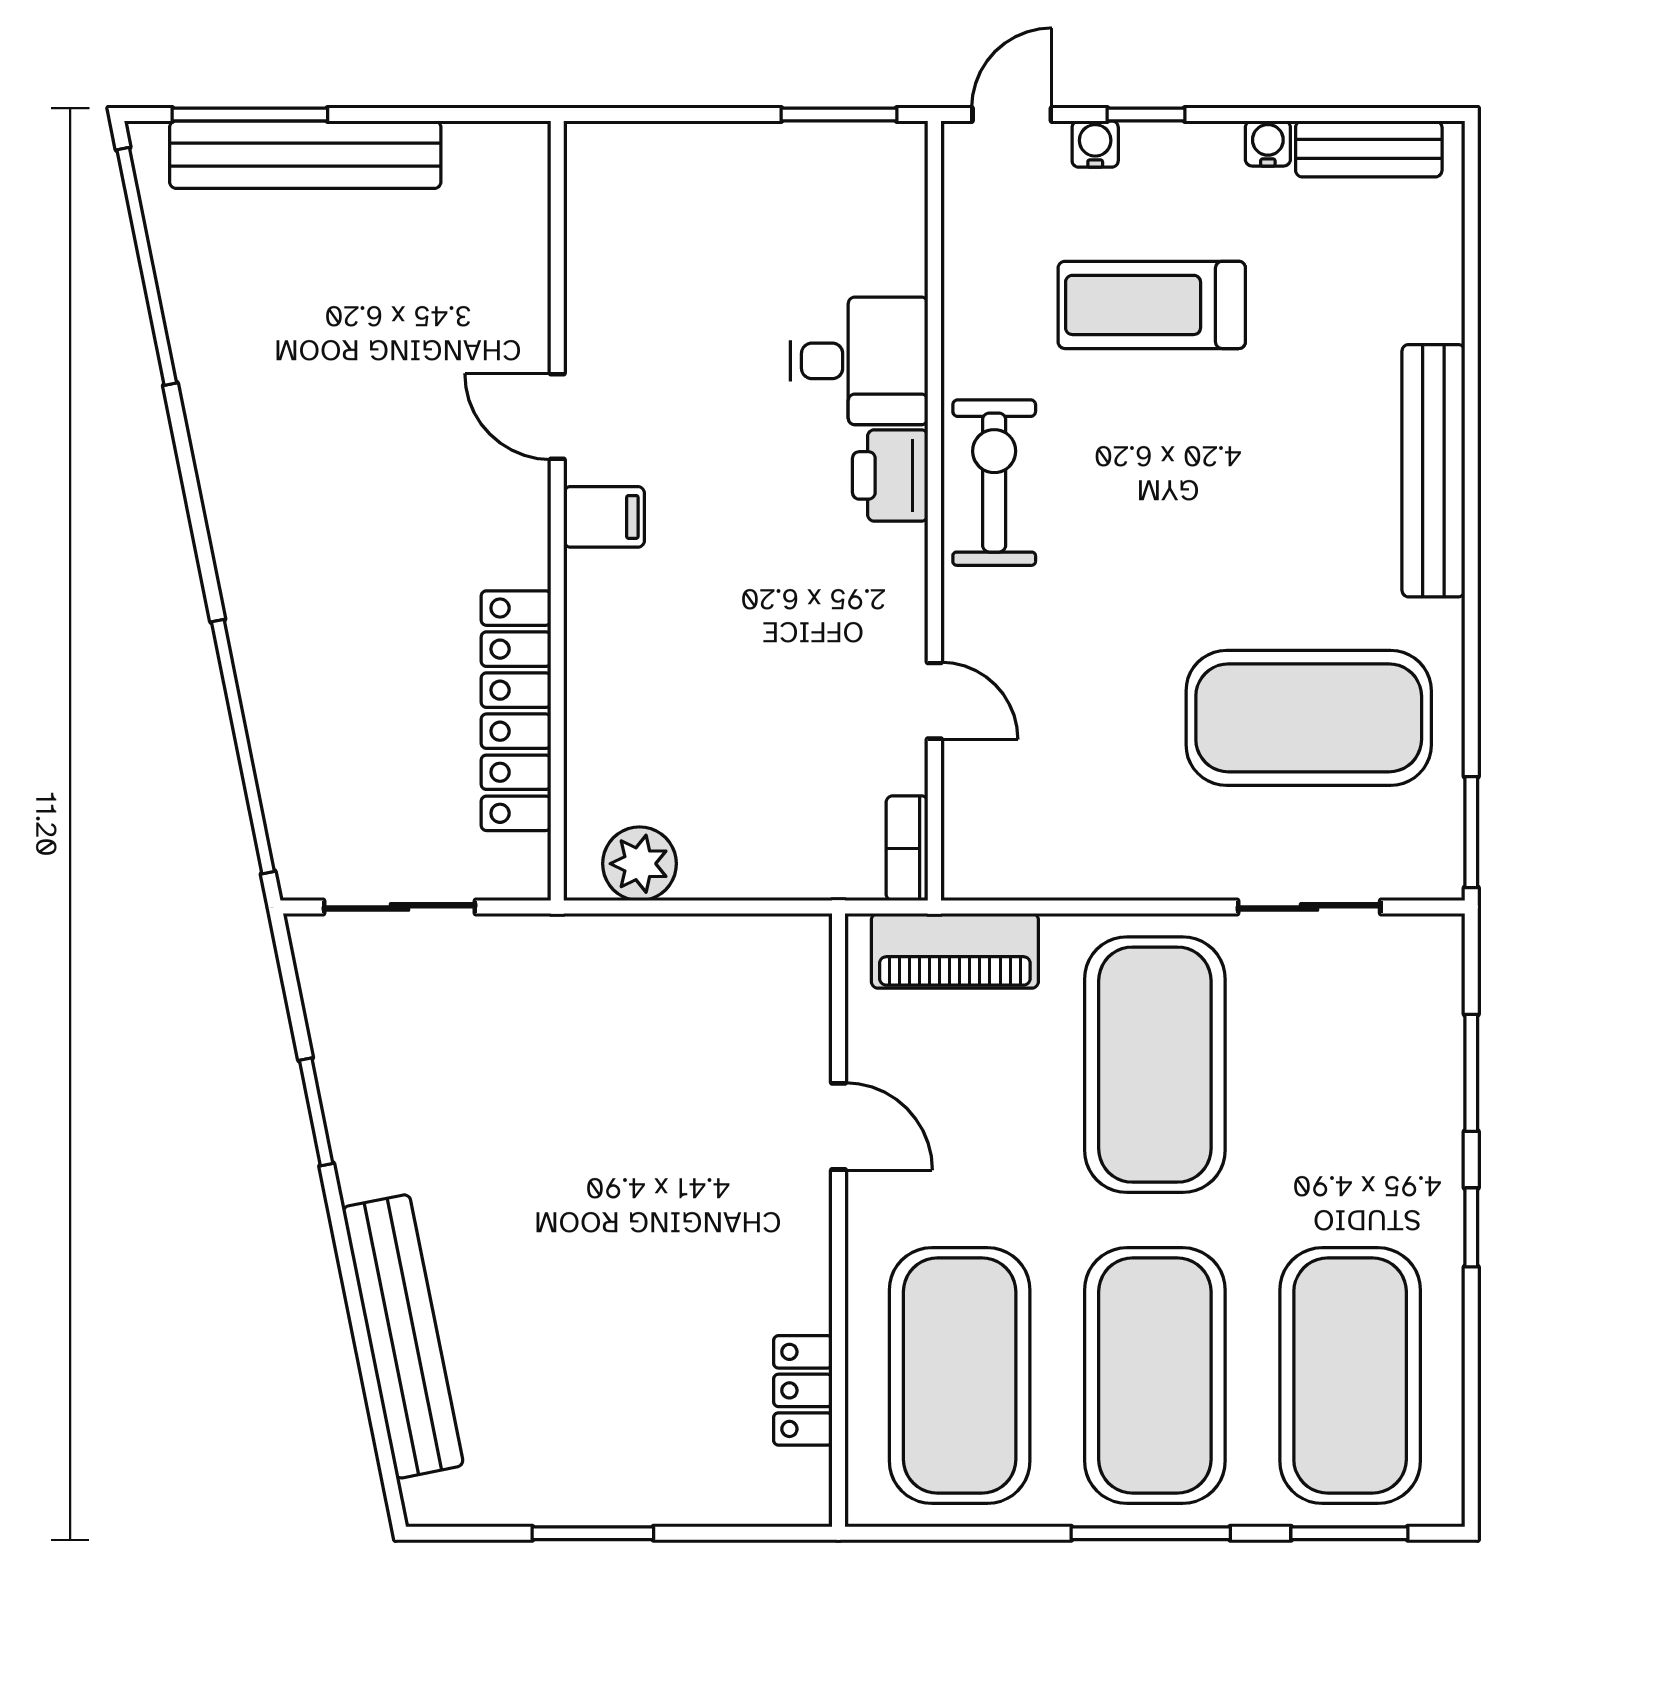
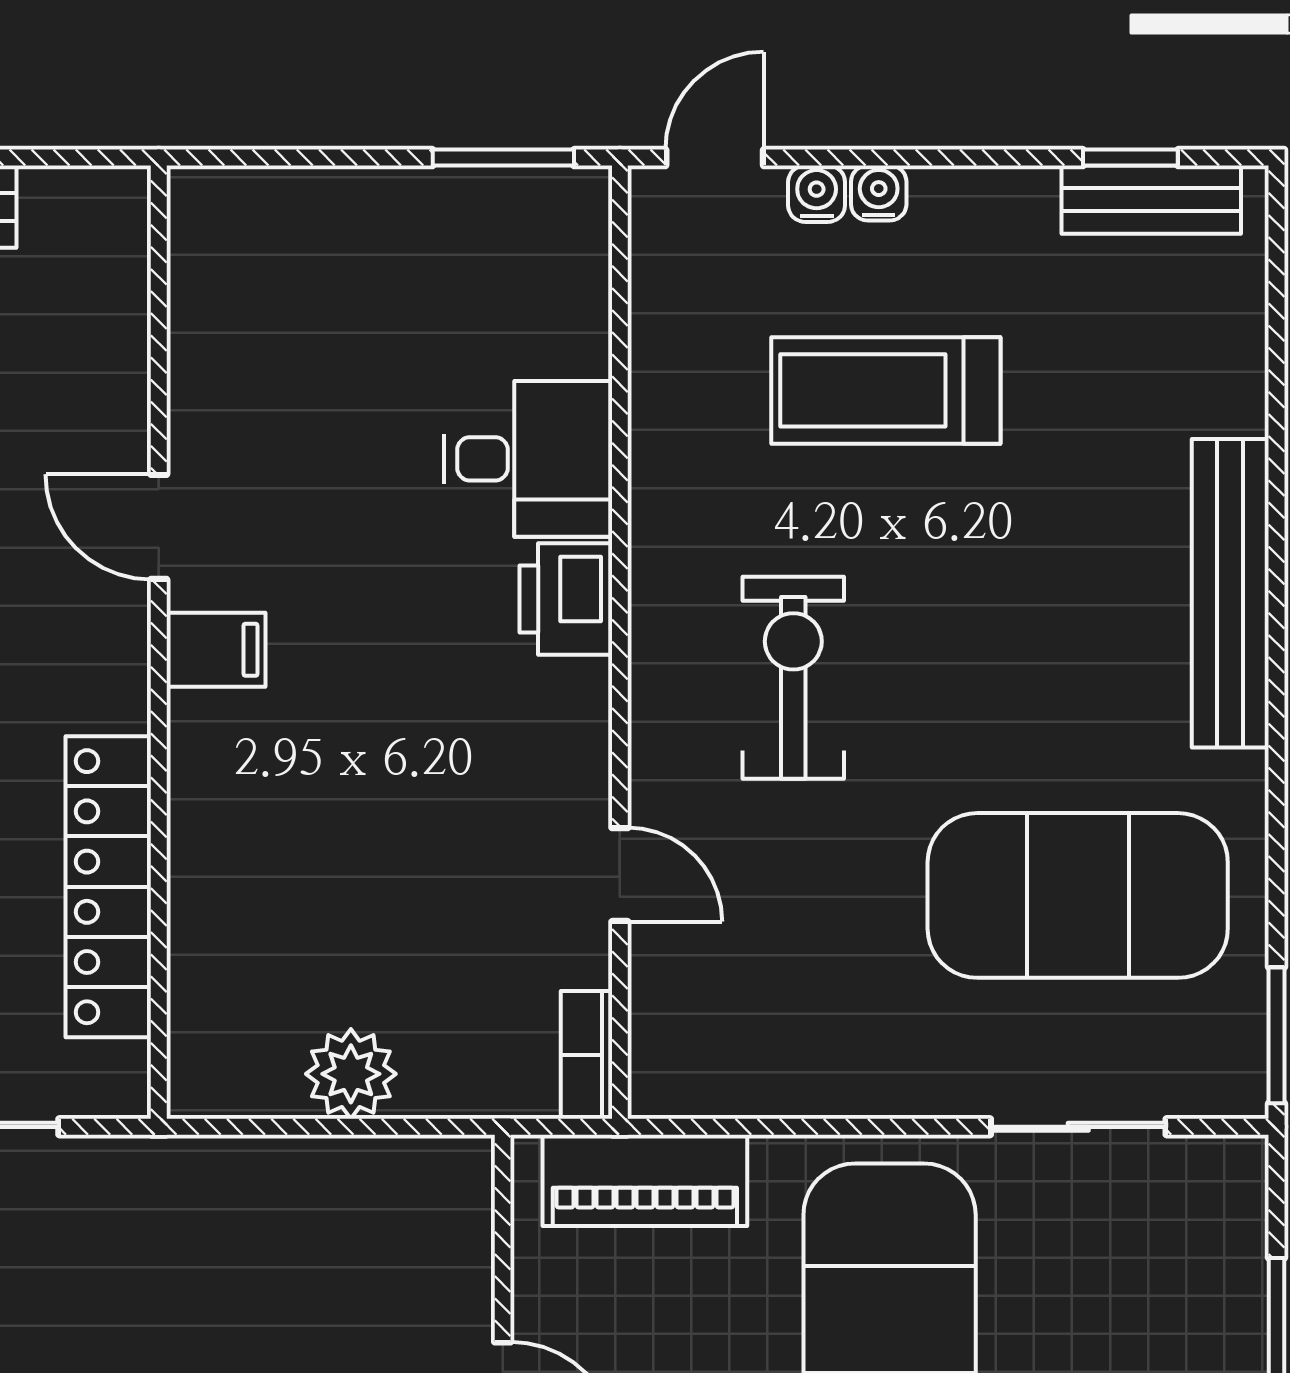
window: (1146, 115) -> (1130, 158), moved
water cooler: (1268, 143) -> (879, 193), moved
exercise bike: (994, 483) -> (793, 678), moved
plant: (639, 864) -> (351, 1074), moved

